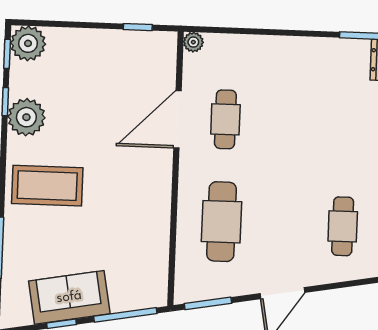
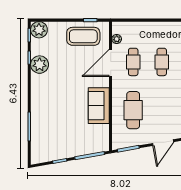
plant: (193, 42) -> (117, 39), moved
cafe table: (286, 122) -> (162, 62), added
coffee table: (47, 186) -> (83, 36), moved
sofa: (69, 297) -> (99, 106), moved, turned -80

